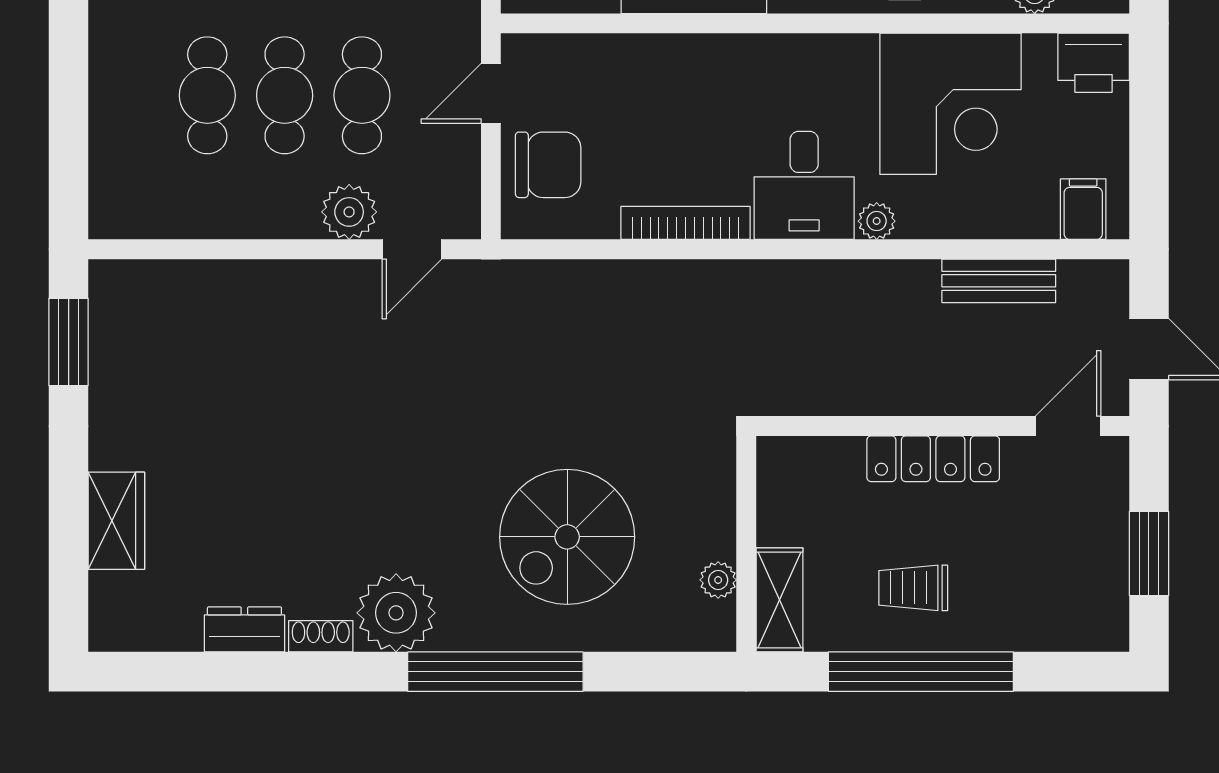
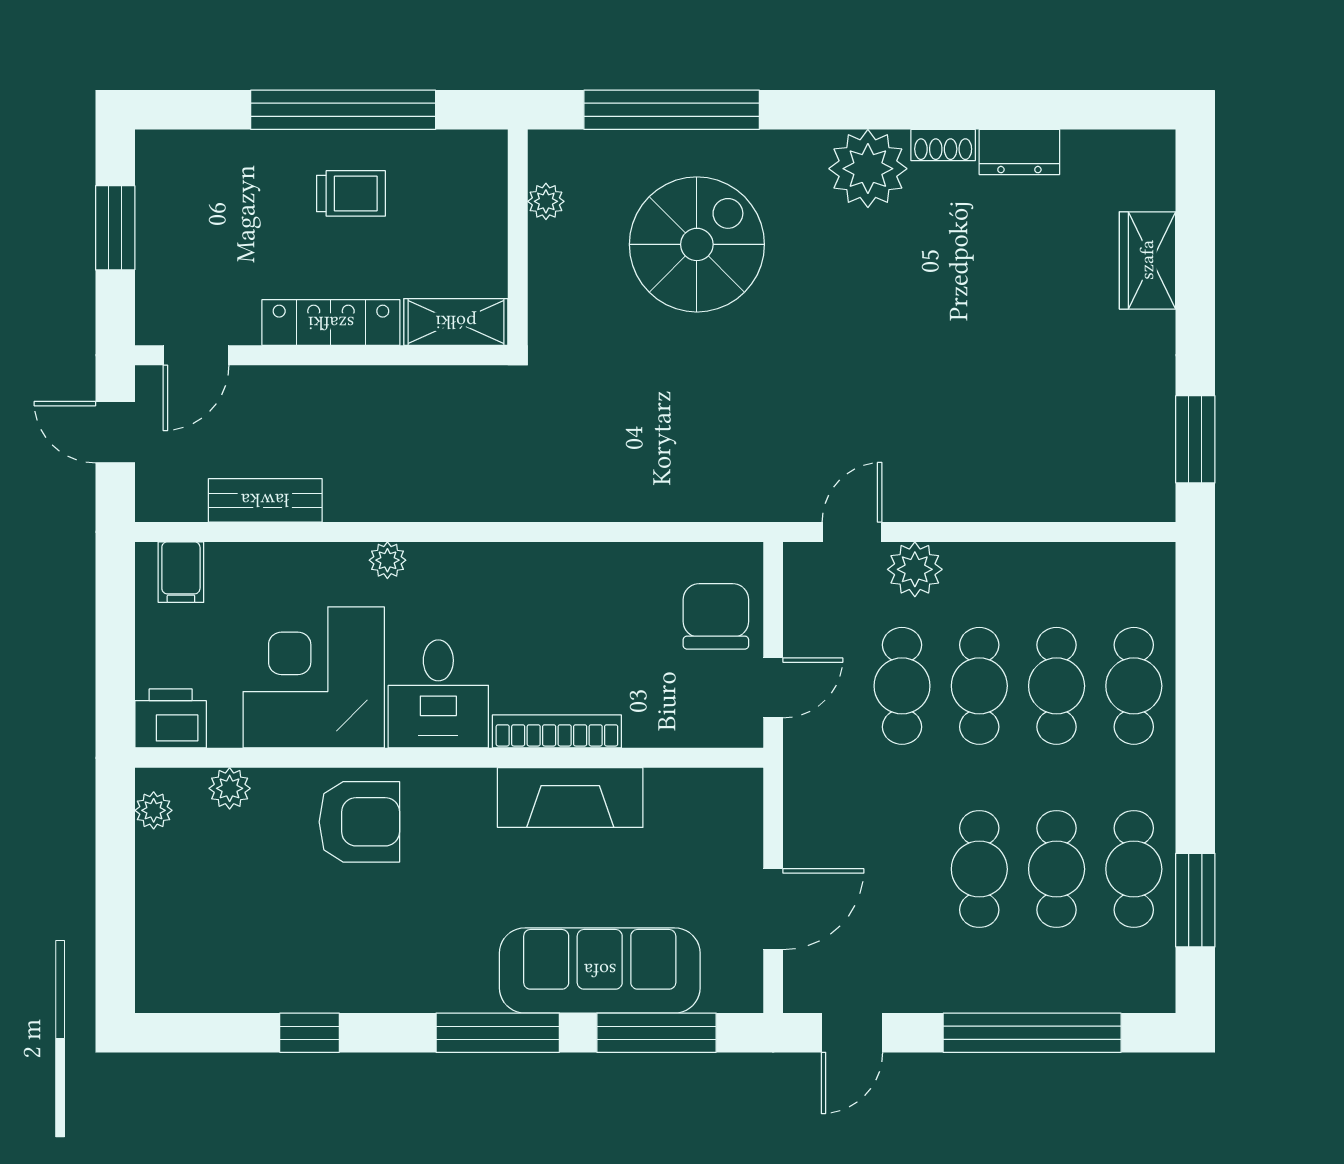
cafe table: (130, 95) -> (1134, 686), added
chair: (548, 165) -> (716, 616), turned 90
desk: (804, 185) -> (438, 694), moved, turned 180
bookcase: (686, 223) -> (557, 731), moved, turned 180
shelving: (780, 600) -> (456, 322), moved, turned 90
window: (495, 672) -> (672, 110), moved

